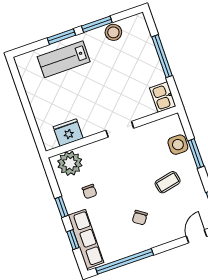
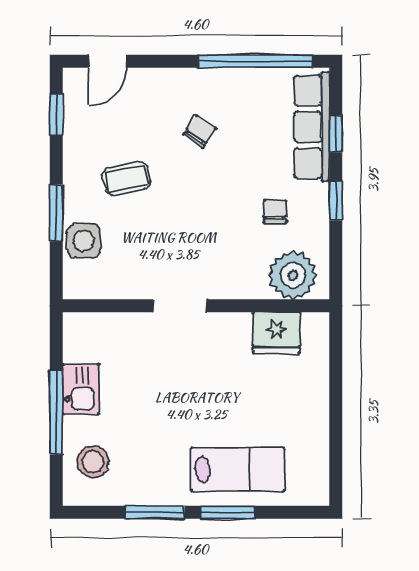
stool: (113, 32) -> (93, 462), moved
kitchen sink: (163, 97) -> (81, 389), moved

